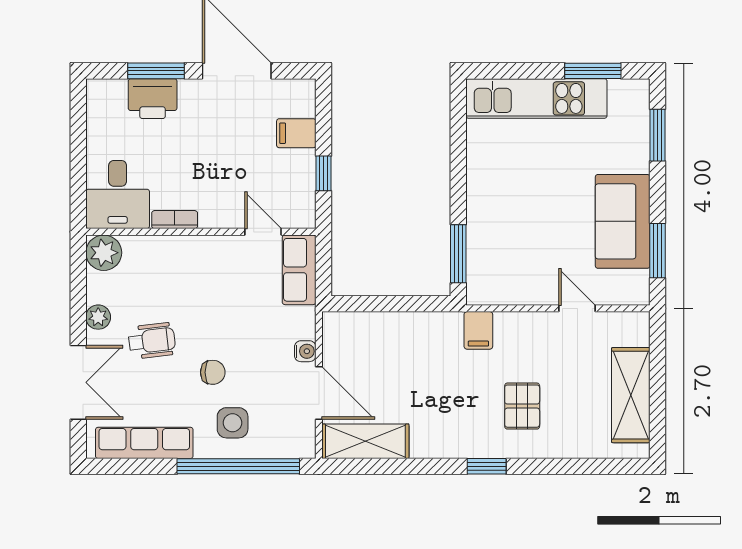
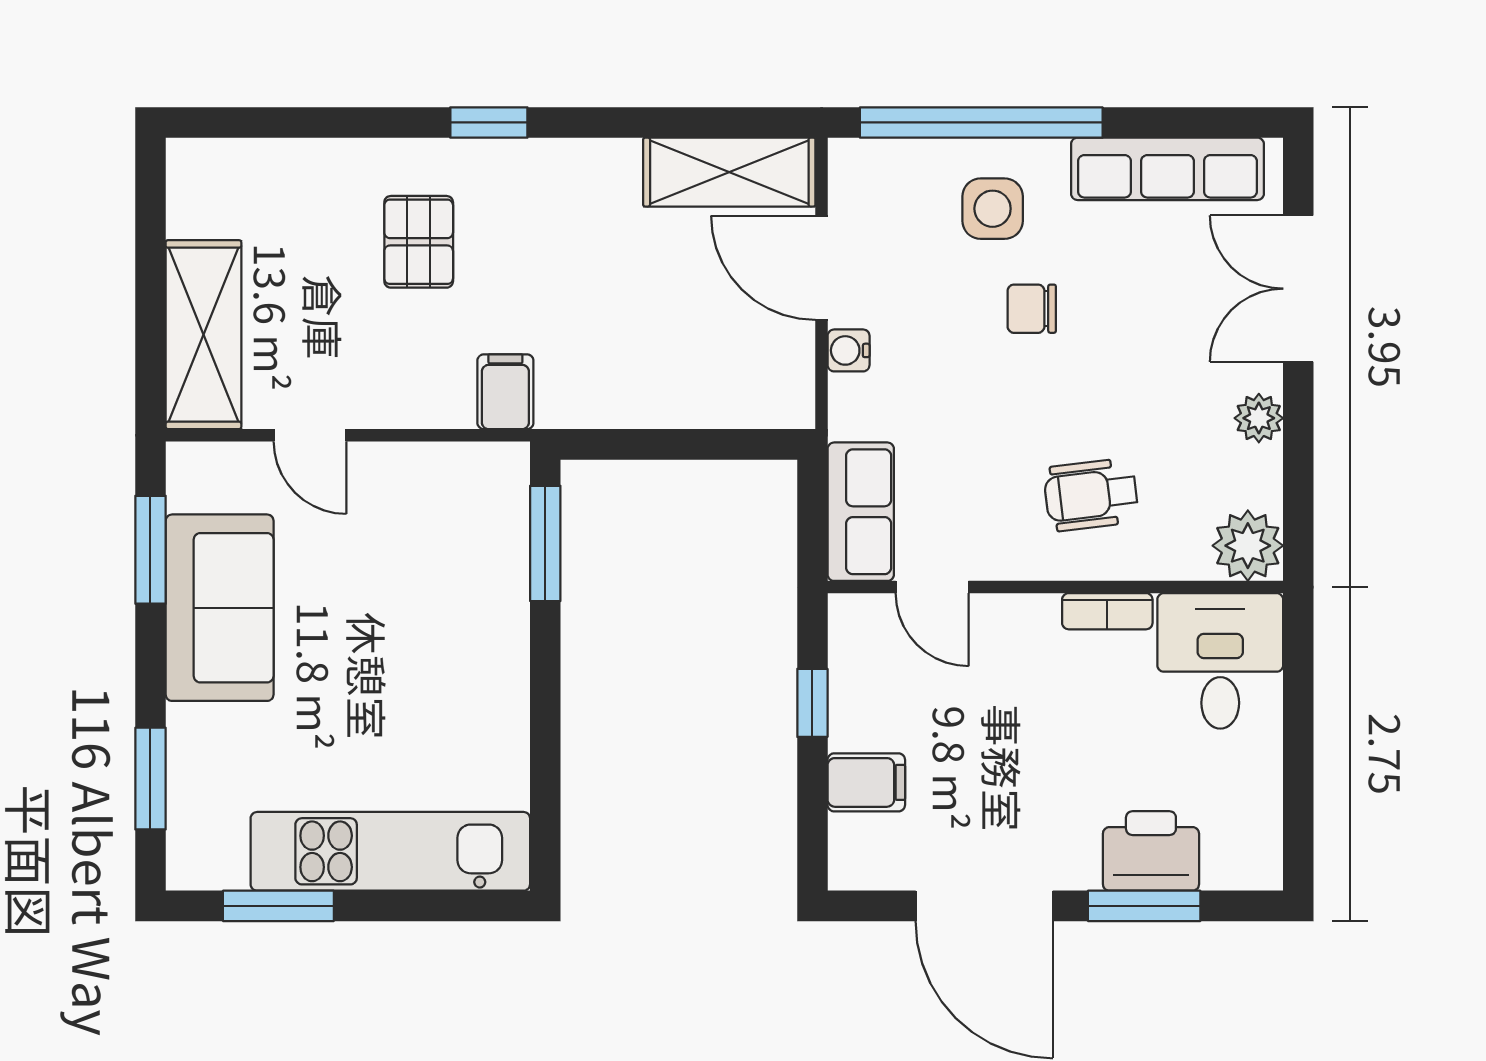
wheelchair: (152, 341) -> (1091, 495), moved
shelving: (631, 395) -> (203, 335), moved

